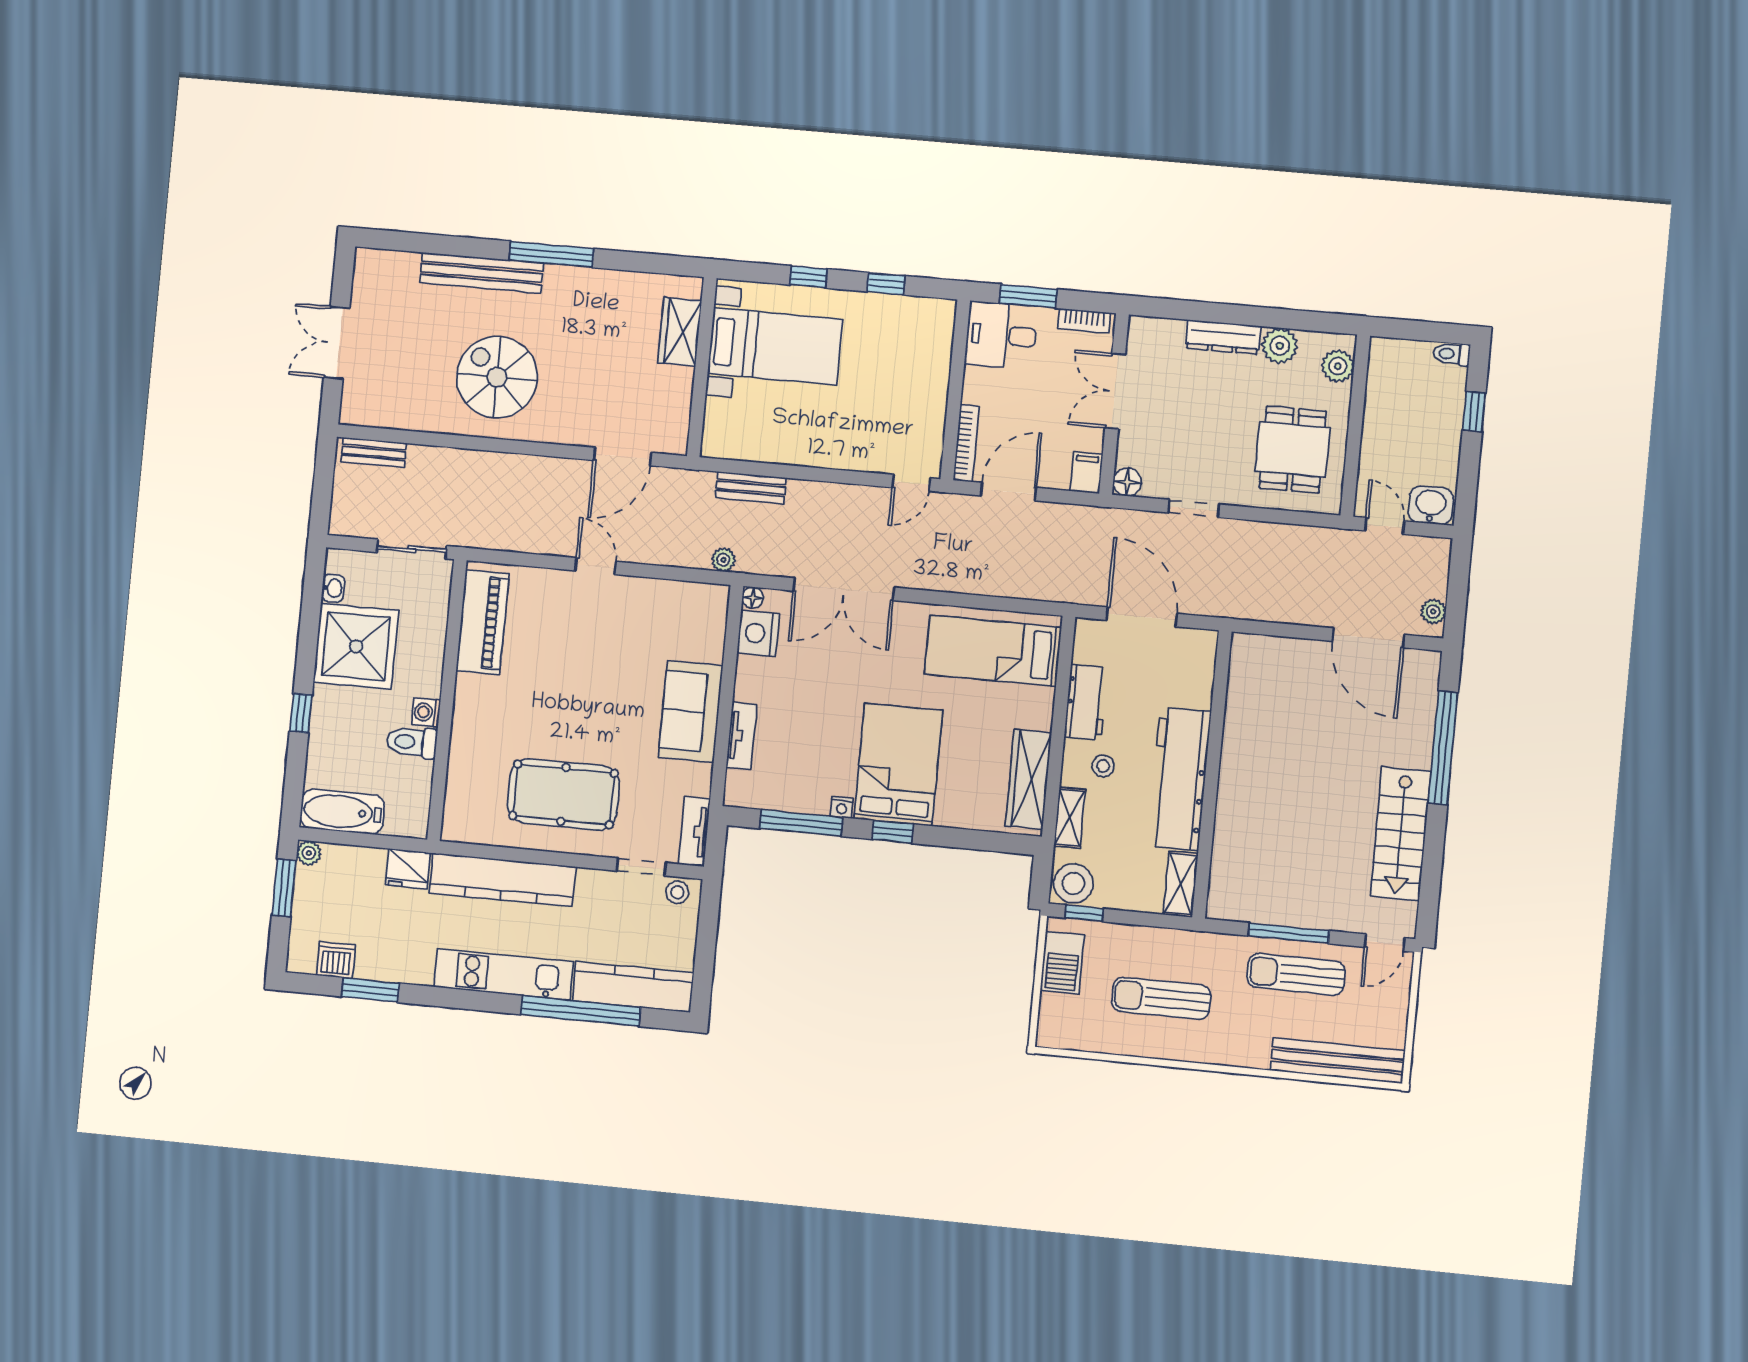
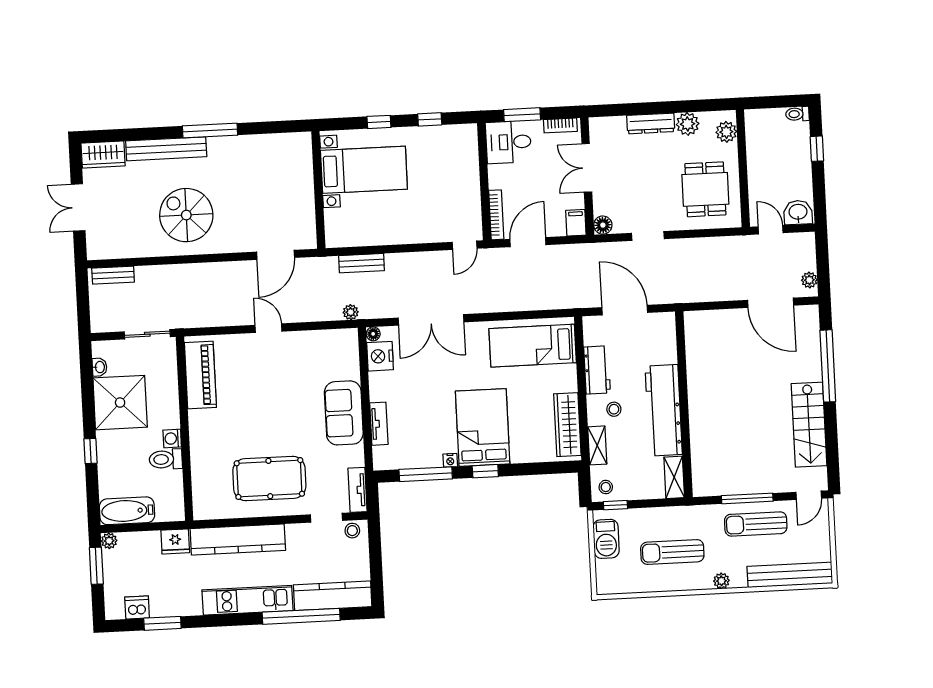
wardrobe: (680, 332) -> (103, 154), moved, turned -90
stool: (1073, 883) -> (606, 487), width x0.53, depth x0.53
plant: (1231, 1054) -> (721, 581), added

